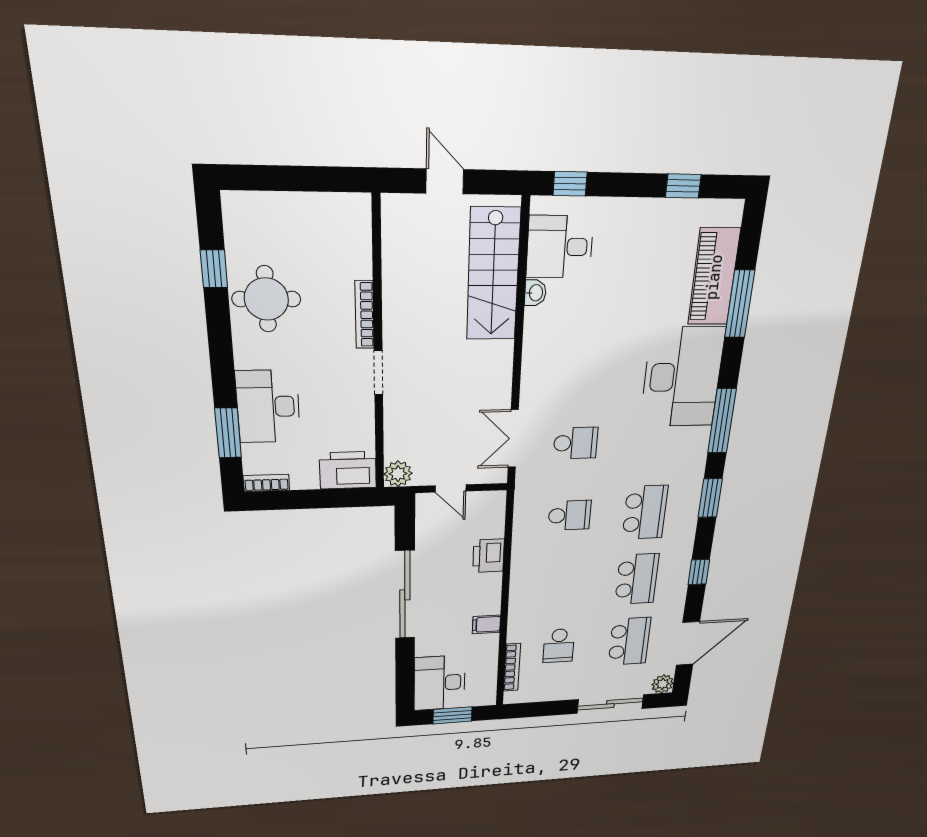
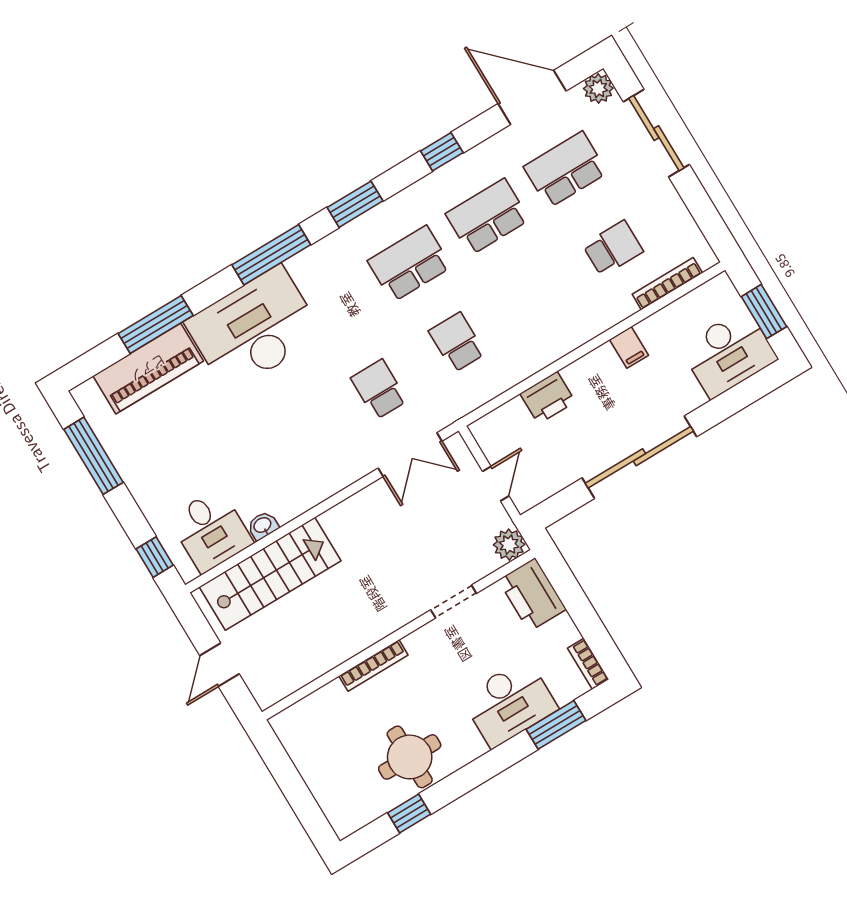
window: (683, 186) -> (93, 456), width x2.17
doorway: (378, 373) -> (454, 602), moved

